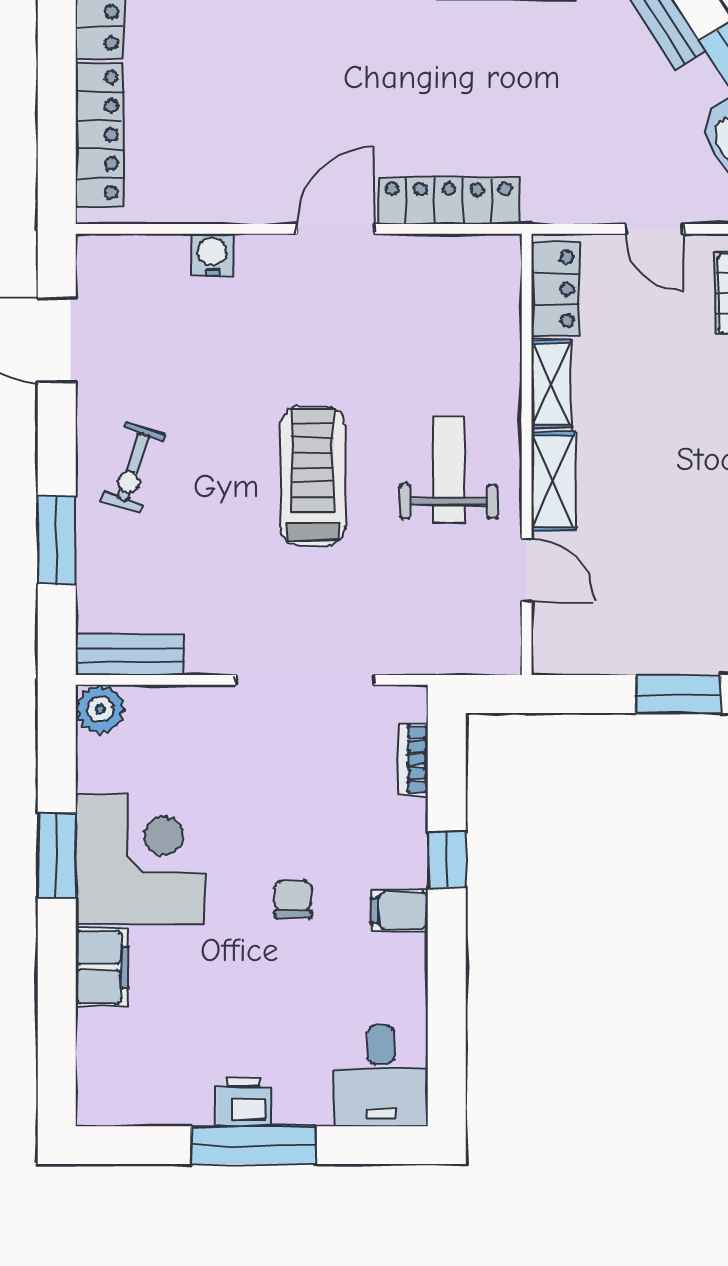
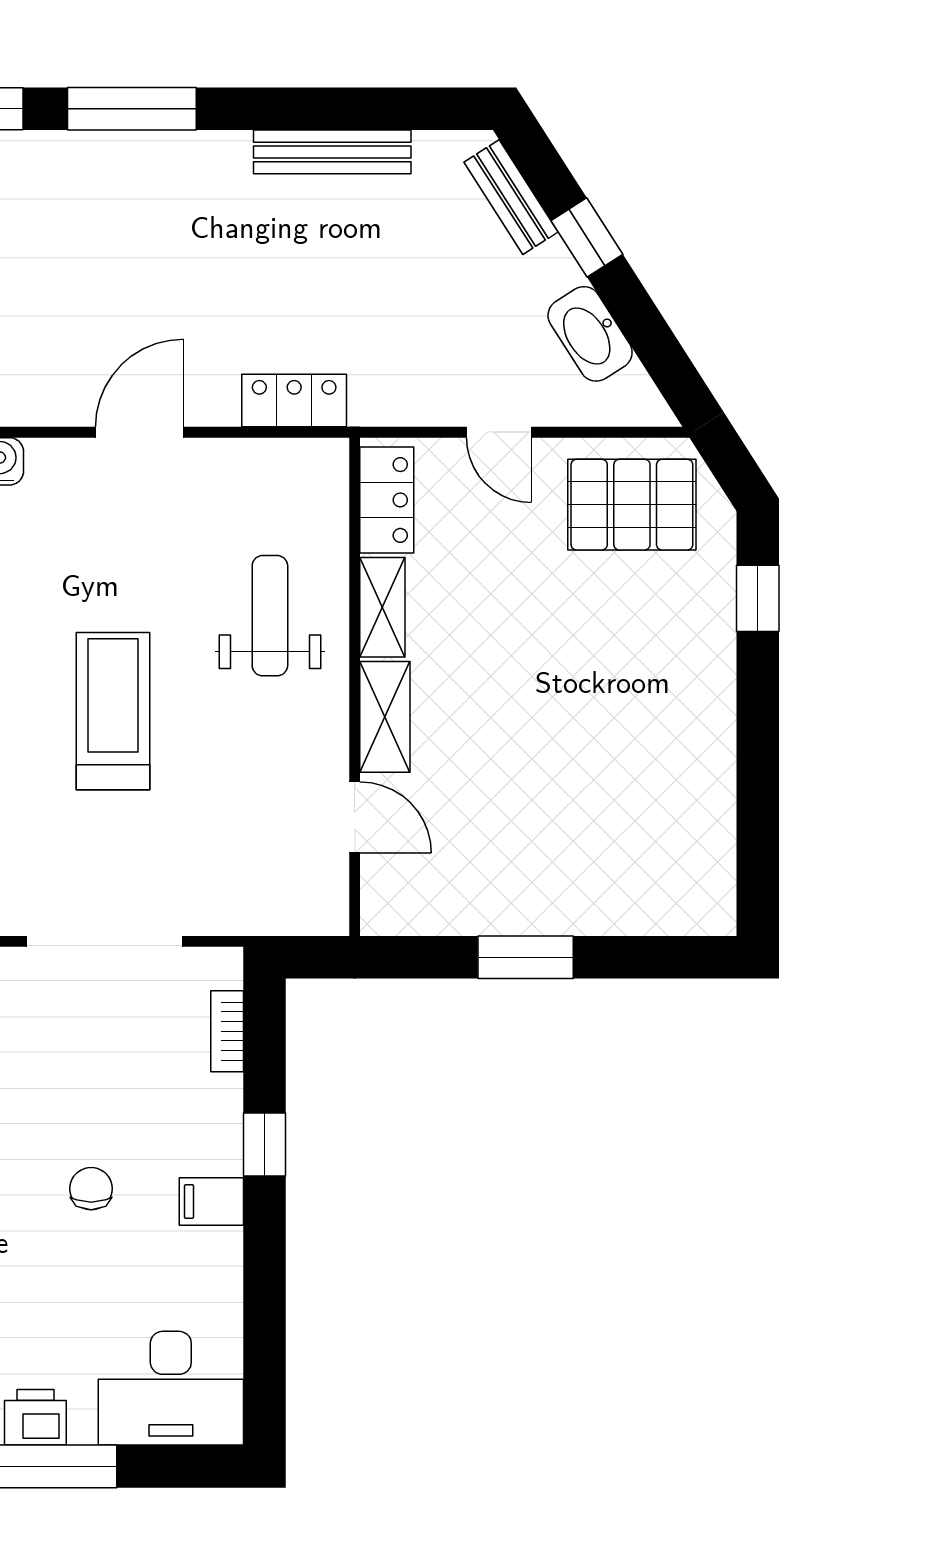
locker: (449, 201) -> (294, 401), width x0.66
weight bench: (449, 469) -> (270, 616), moved
desk: (381, 1076) -> (171, 1388), width x1.37

